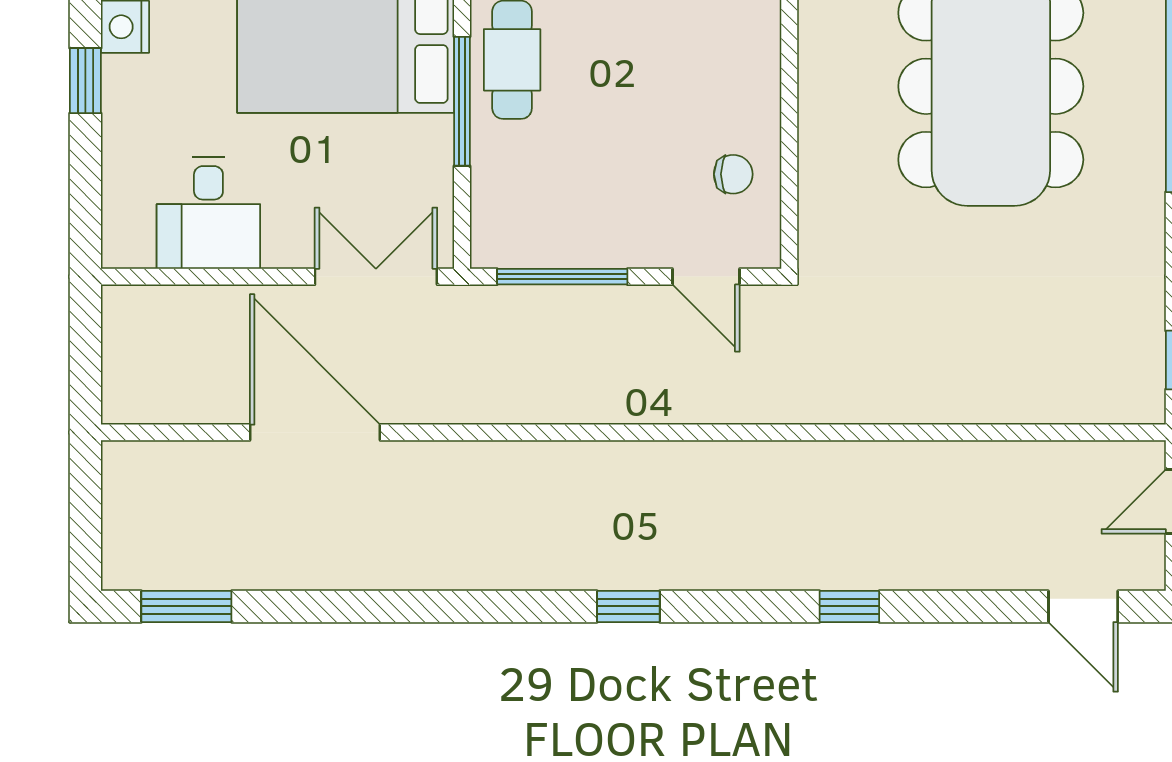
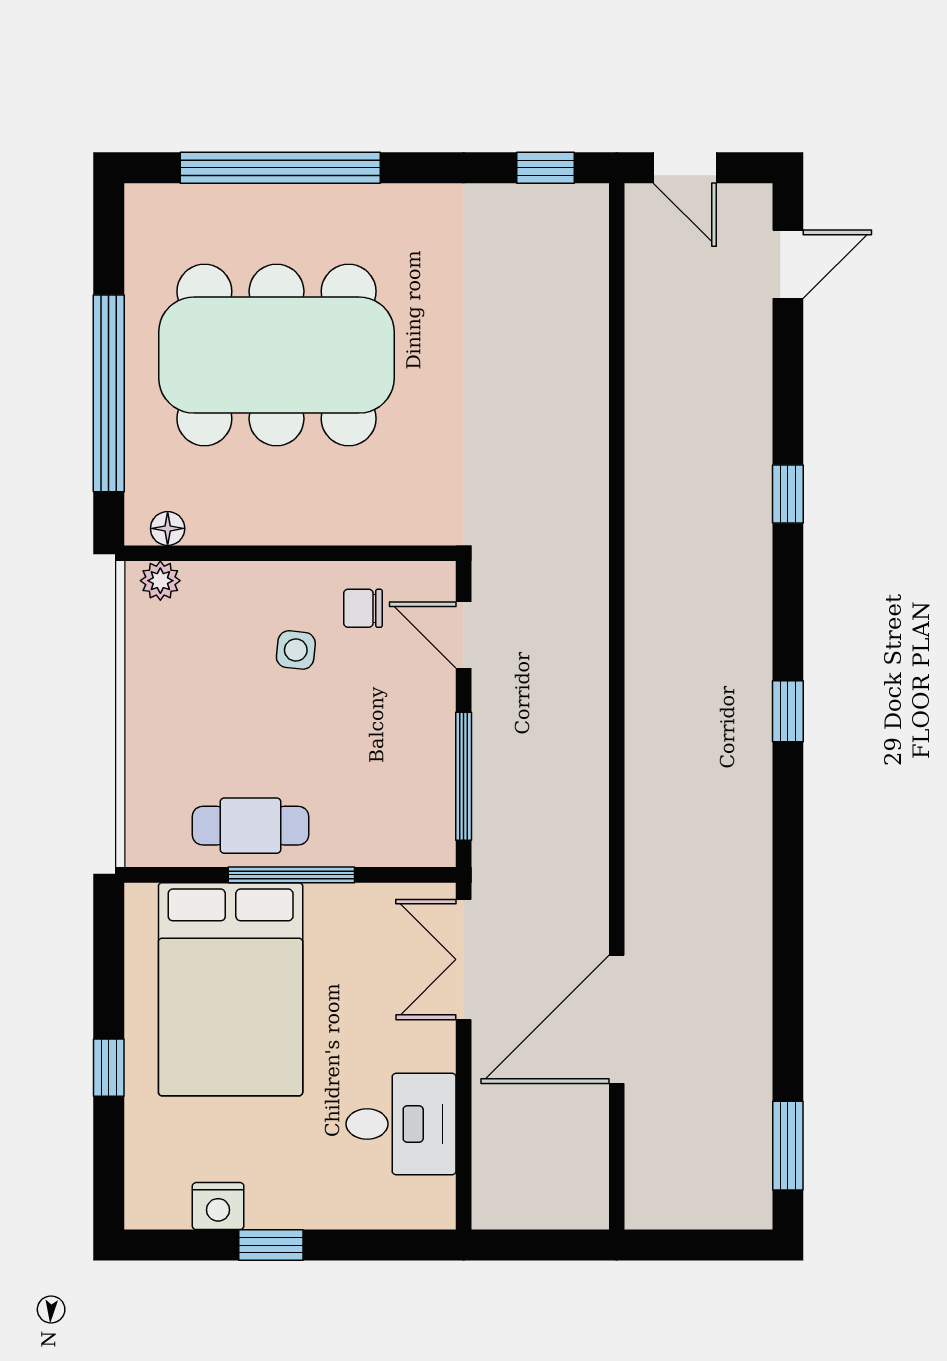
side table: (691, 106) -> (296, 650), added
chair: (733, 174) -> (363, 608), turned -90
door: (706, 277) -> (464, 635), swing flipped

